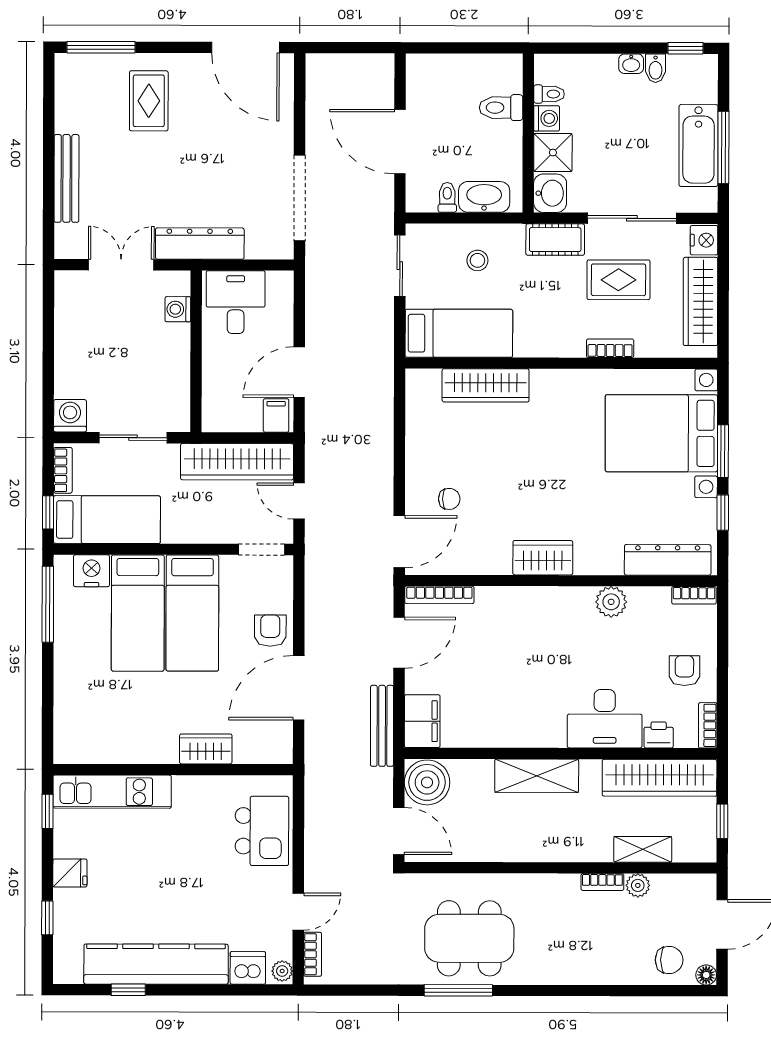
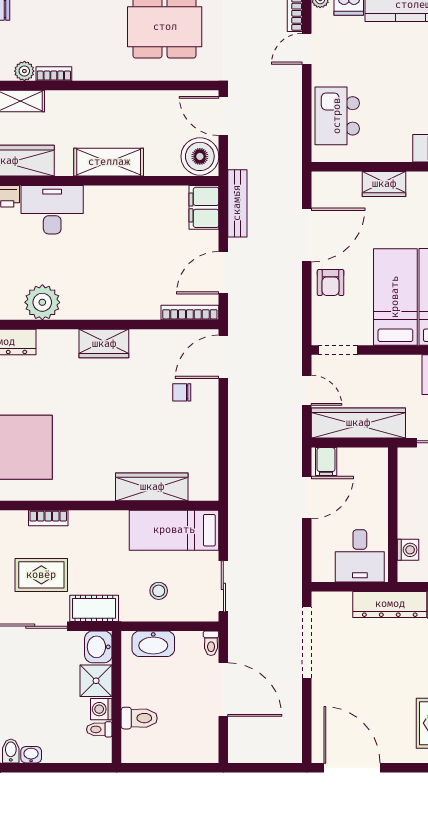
toilet: (447, 197) -> (211, 643), moved
plant: (611, 602) -> (42, 302), width x1.36, depth x1.36

